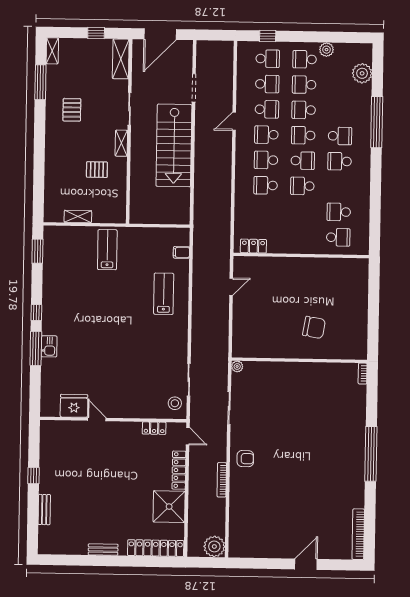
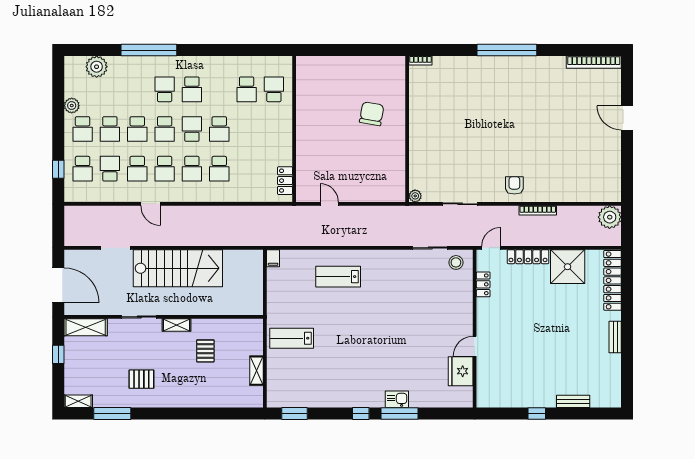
school desk: (268, 59) -> (83, 169), turned 180
school desk: (267, 109) -> (137, 169), turned 180
filing cabinet: (181, 252) -> (273, 258), moved

